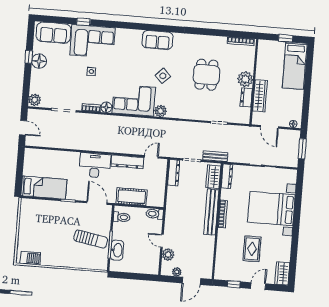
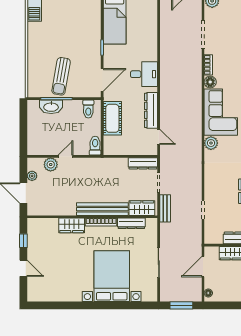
desk: (95, 165) -> (144, 74), width x0.73
dresser: (227, 176) -> (131, 223), moved
rug: (252, 249) -> (65, 258), removed
wardrobe: (282, 273) -> (72, 225), moved, turned 180

